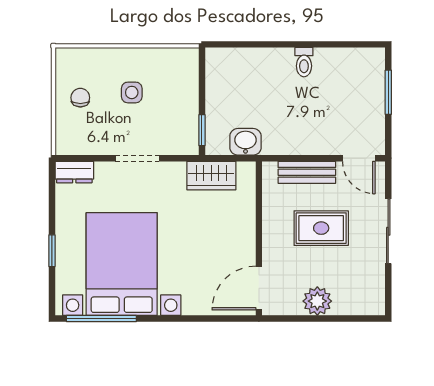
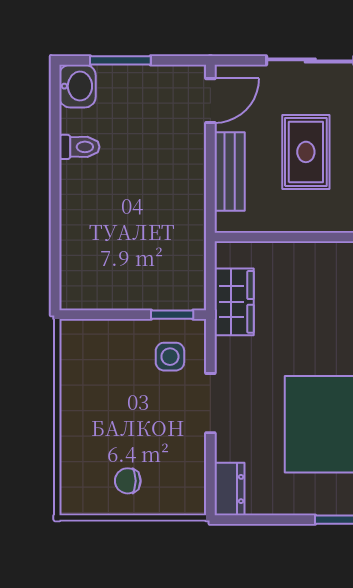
toilet: (304, 62) -> (79, 147), moved
side table: (132, 92) -> (170, 357), moved
washbasin: (246, 142) -> (77, 86), moved, turned 180

